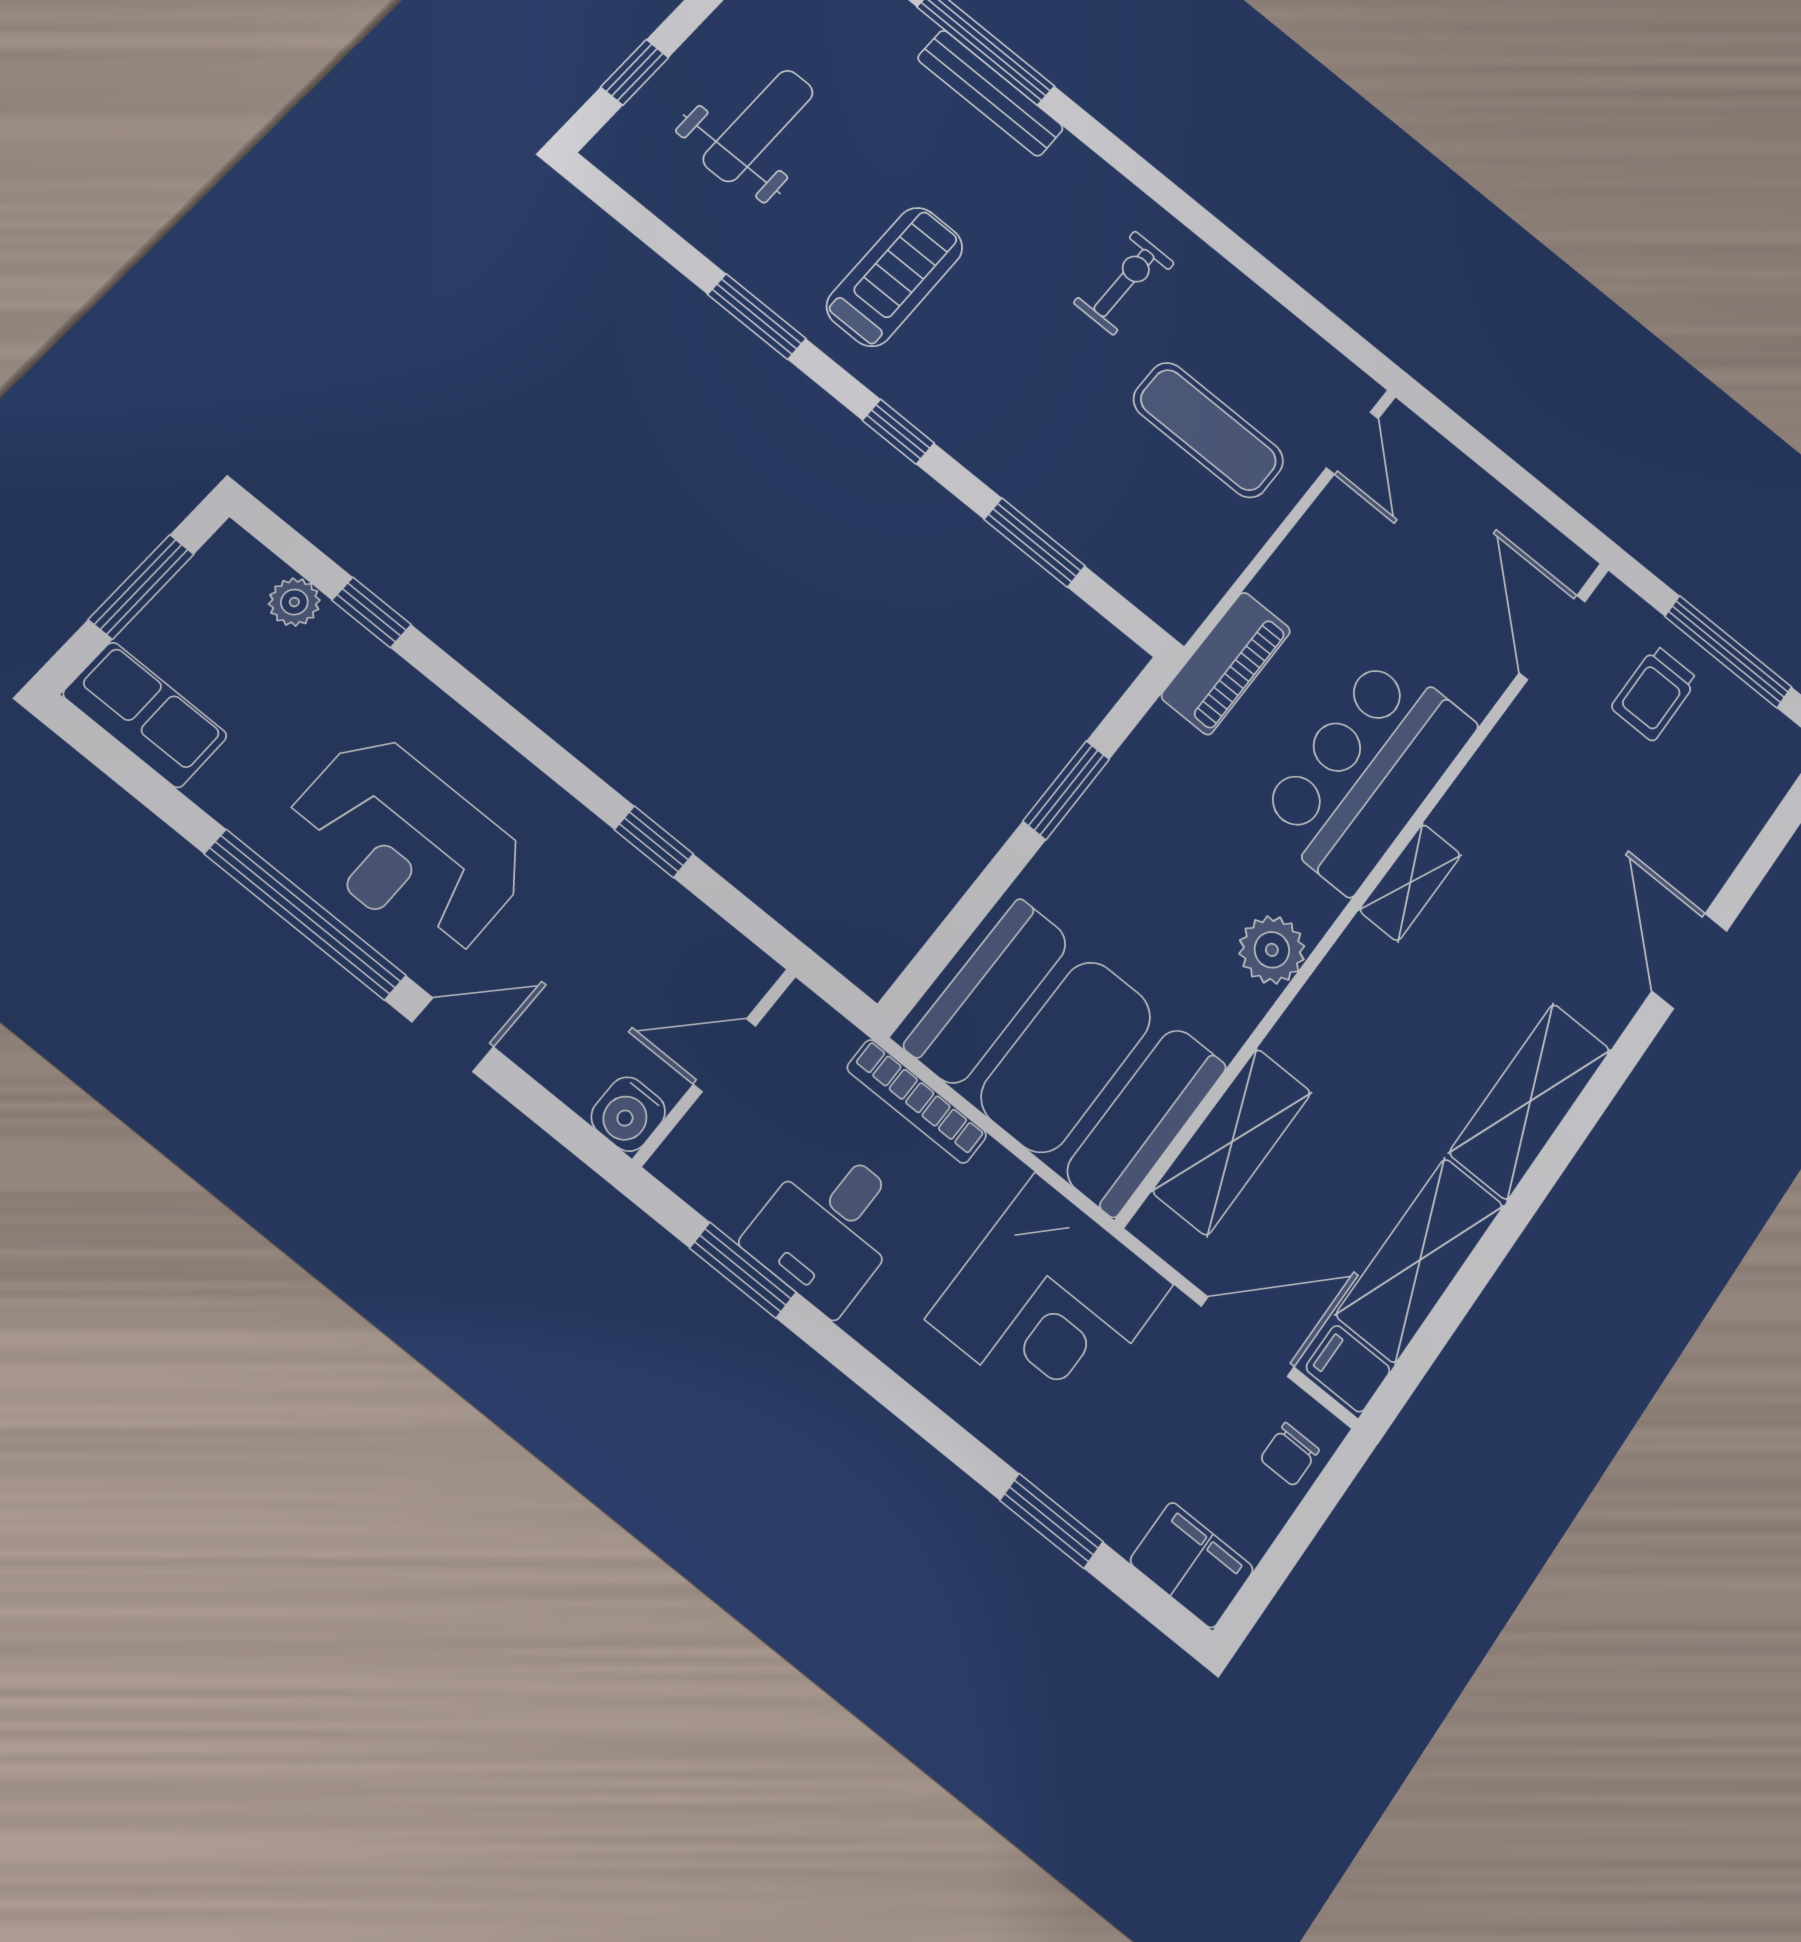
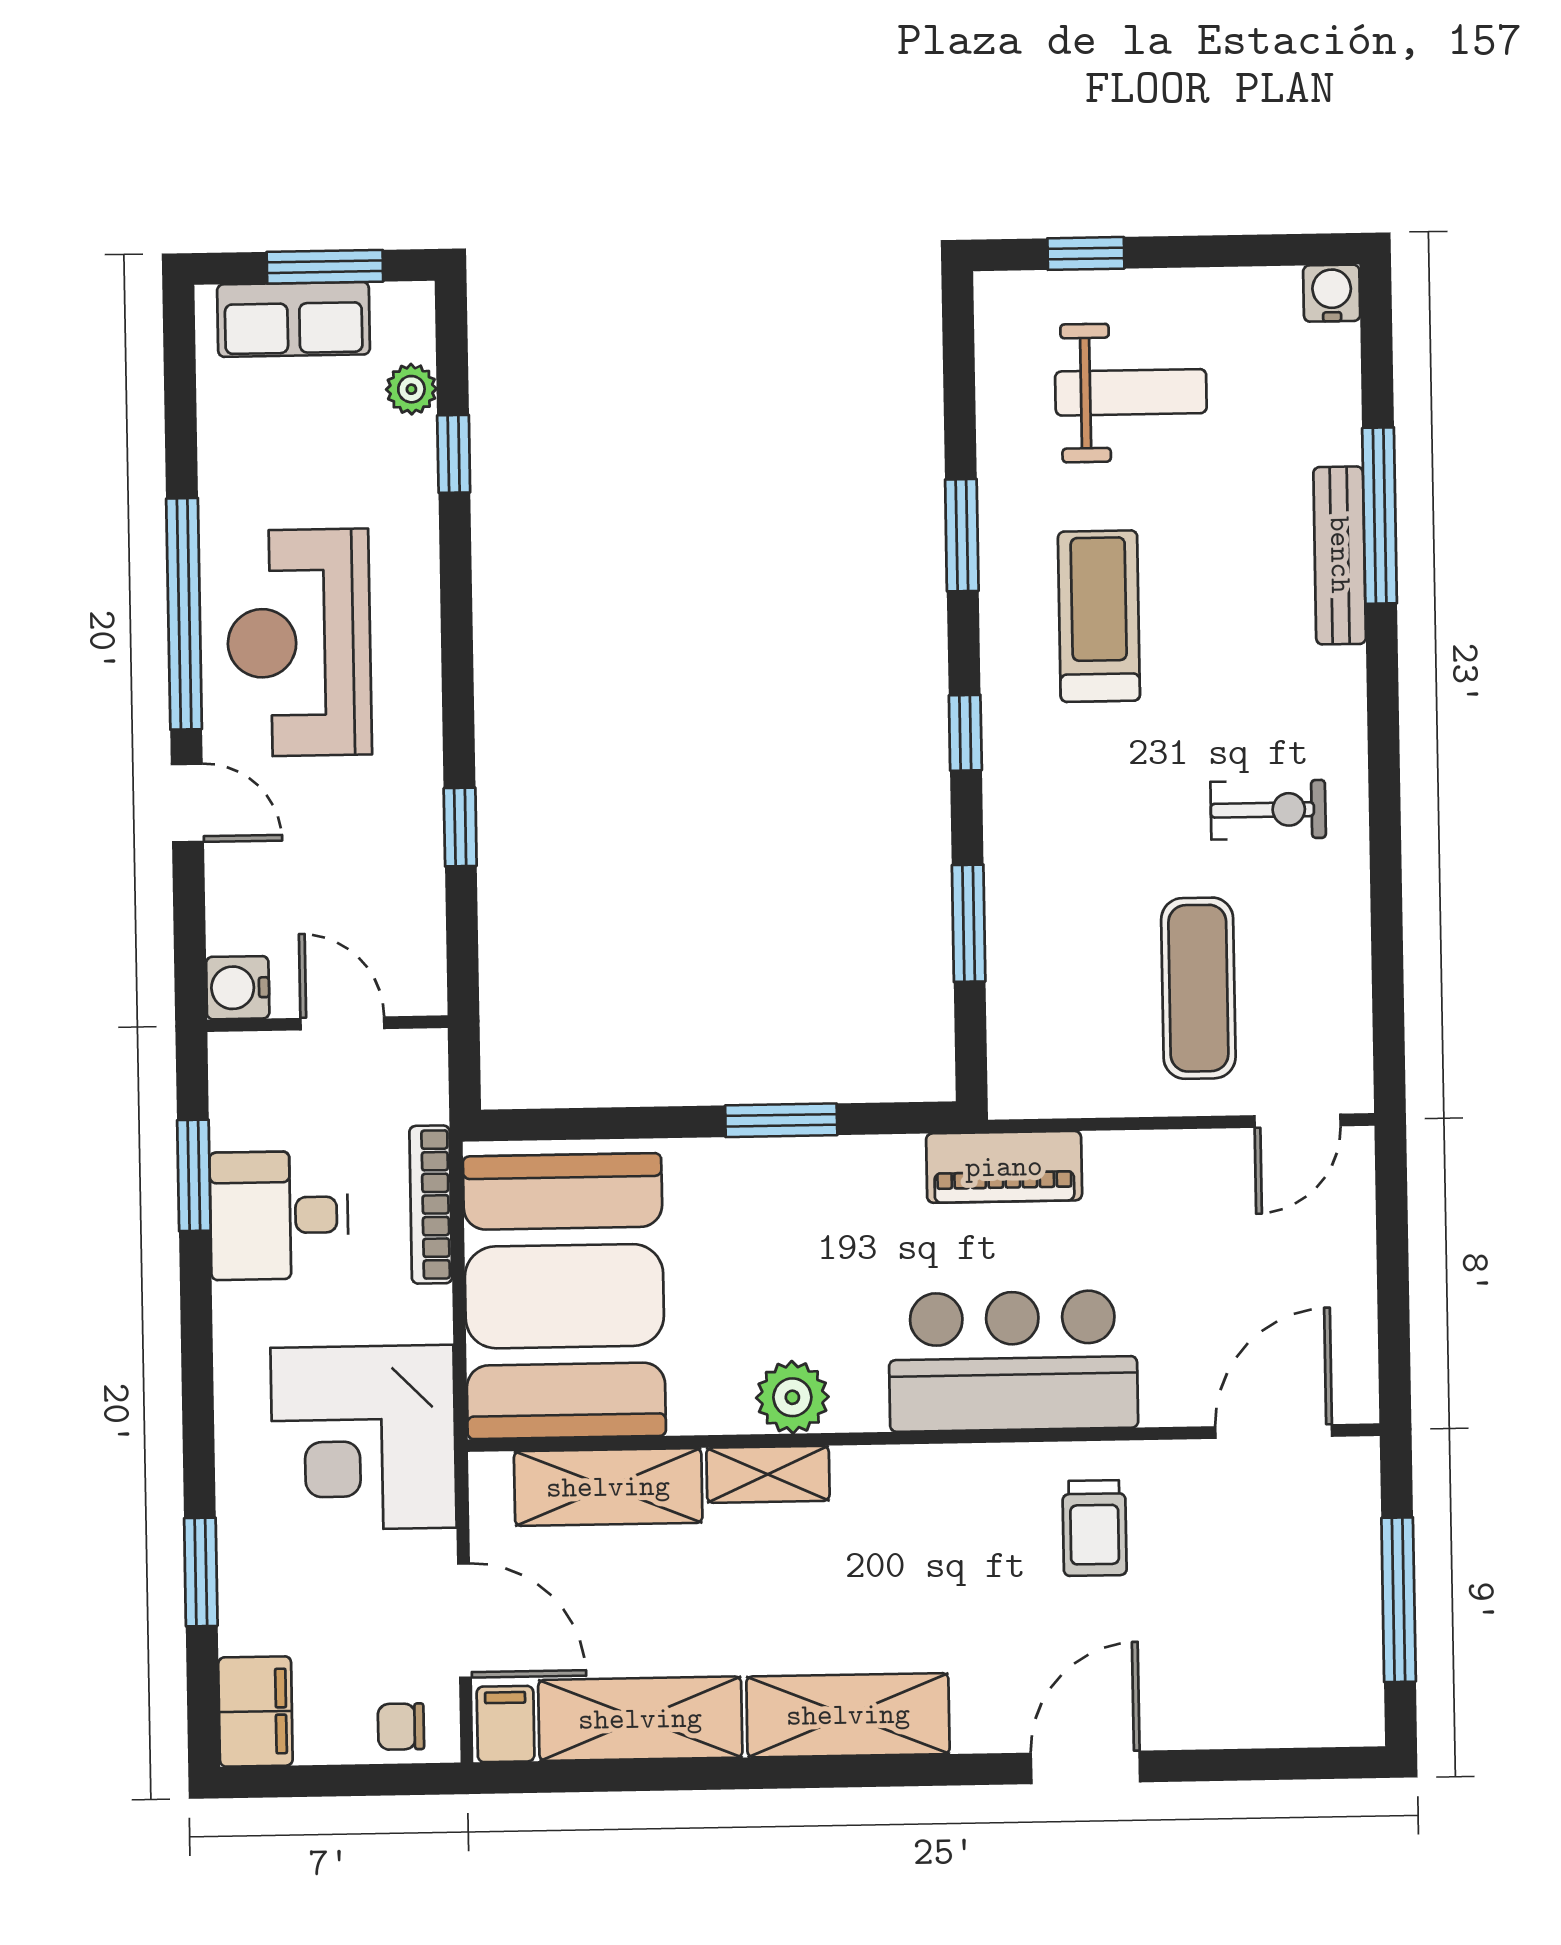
treadmill: (895, 277) -> (1099, 616), turned -90
trolley: (1654, 693) -> (1095, 1528), moved, turned -90
row of seats: (145, 715) -> (293, 319), moved, turned 90
shelving: (1410, 882) -> (768, 1474), moved

